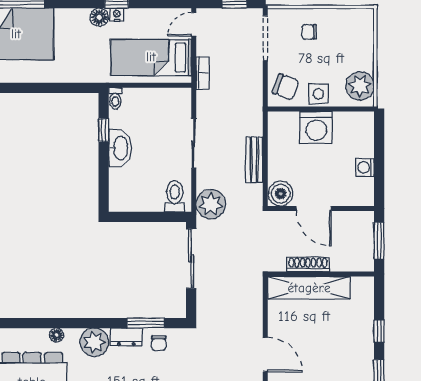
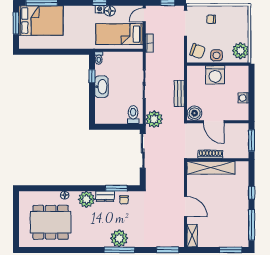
floor lamp: (99, 17) -> (110, 11), moved

